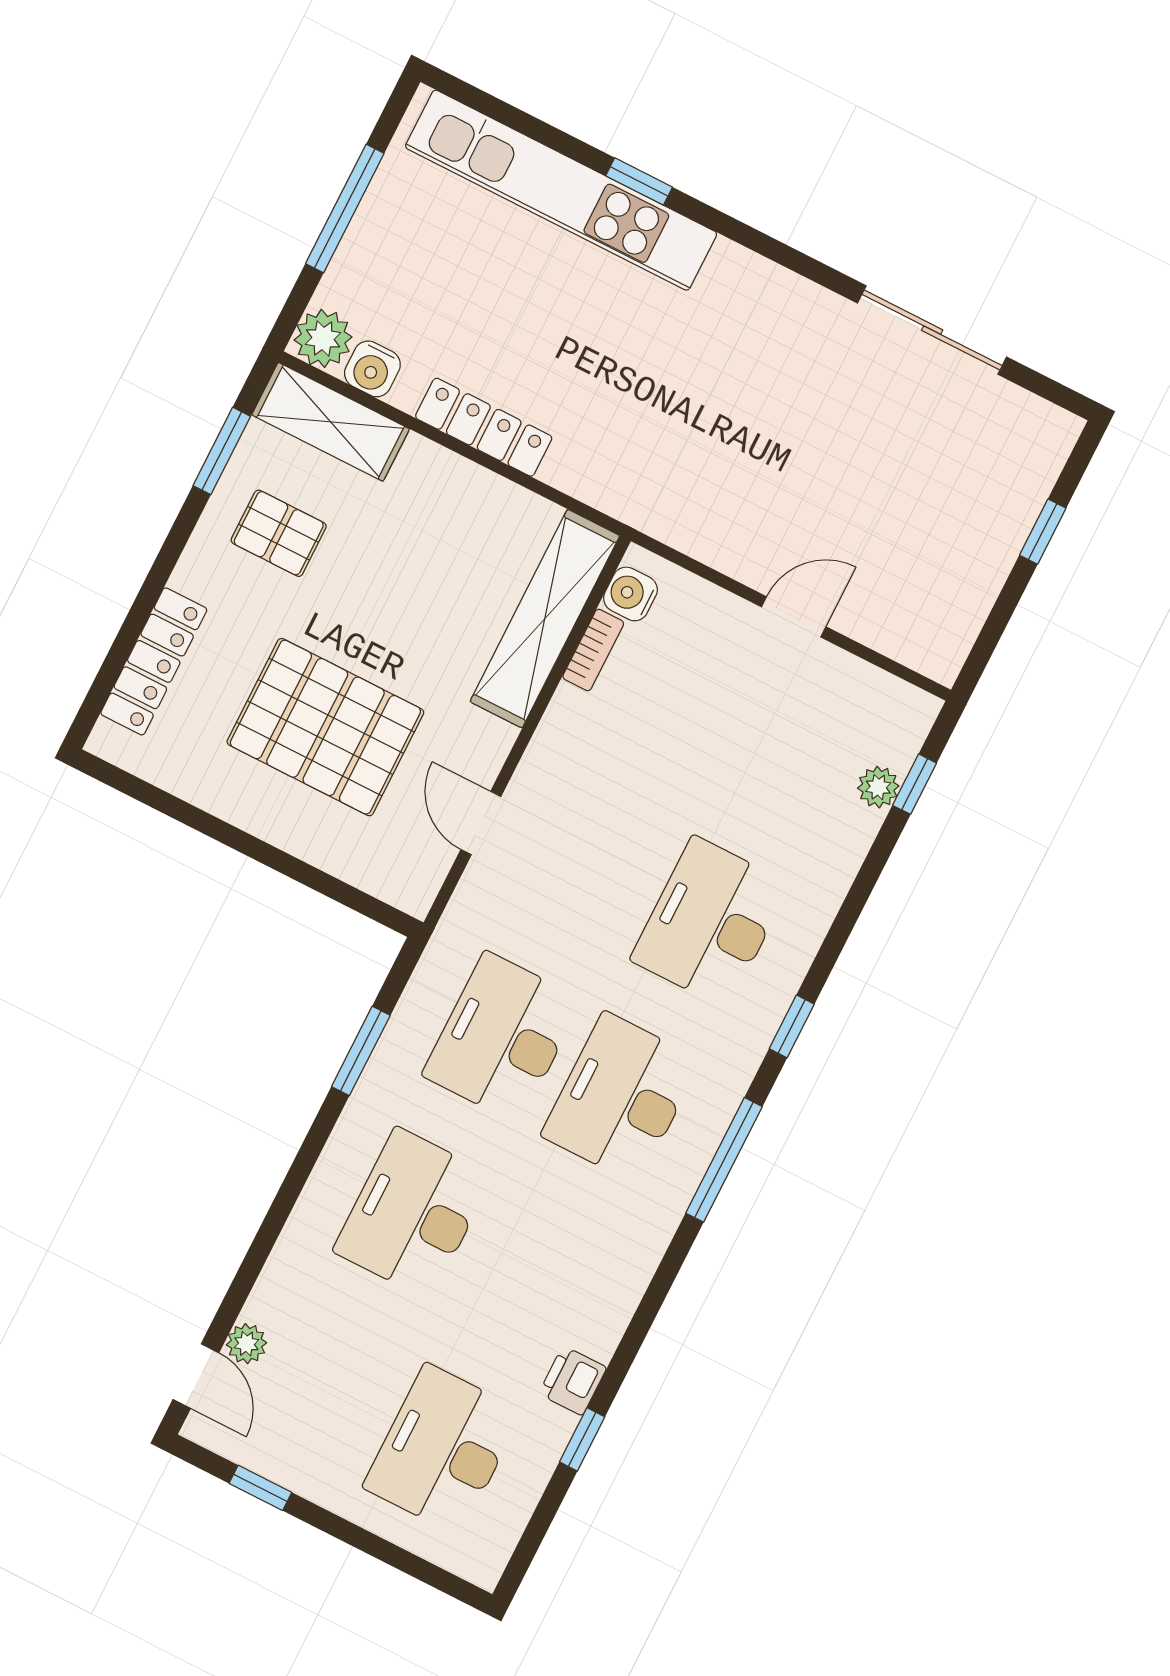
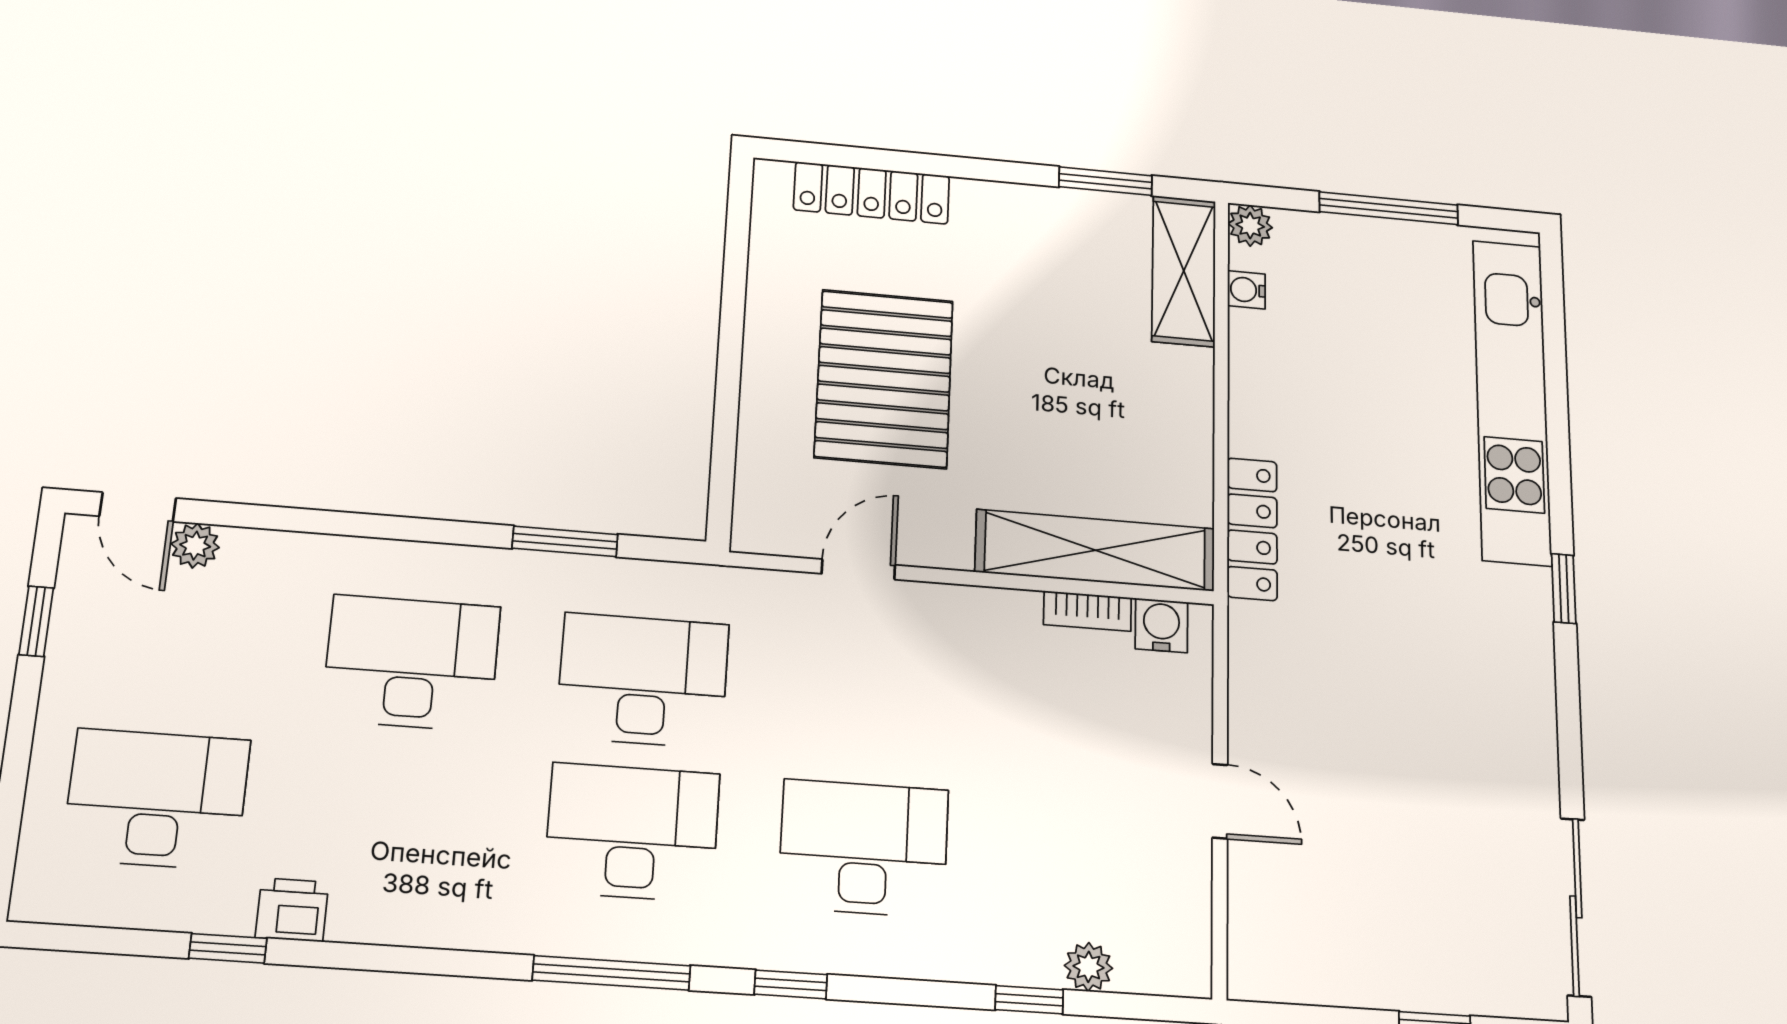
window: (639, 181) -> (1564, 588), moved
sliding door: (932, 330) -> (1576, 907), moved
plant: (323, 338) -> (1250, 226), width x0.73, depth x0.73
water cooler: (372, 369) -> (1246, 290), width x0.72, depth x0.72
locker: (484, 427) -> (1252, 529), moved
pallet: (279, 533) -> (1053, 263), removed
window: (915, 784) -> (1029, 1000), moved
door: (196, 1376) -> (138, 507), hinge flipped

